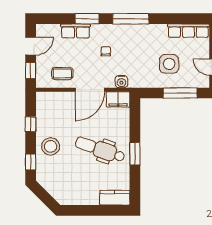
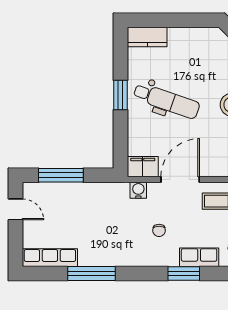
window: (131, 19) -> (92, 273), moved
side table: (169, 64) -> (75, 214), removed

